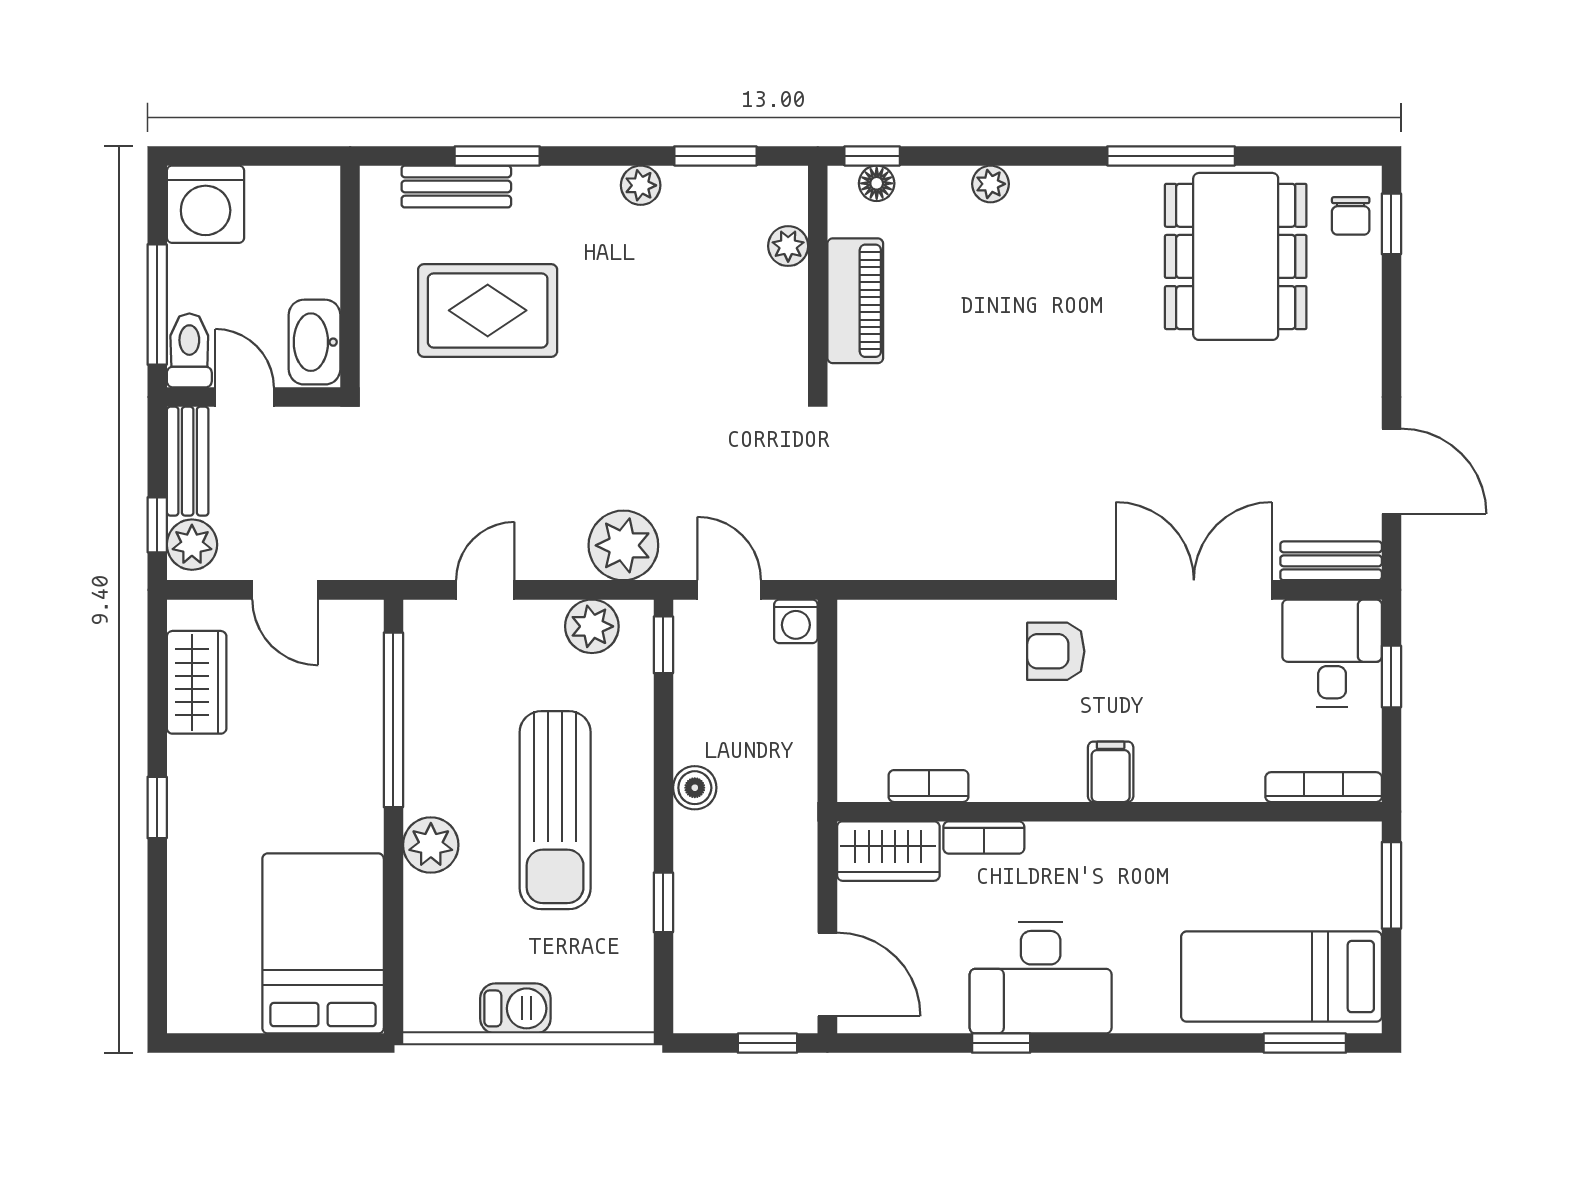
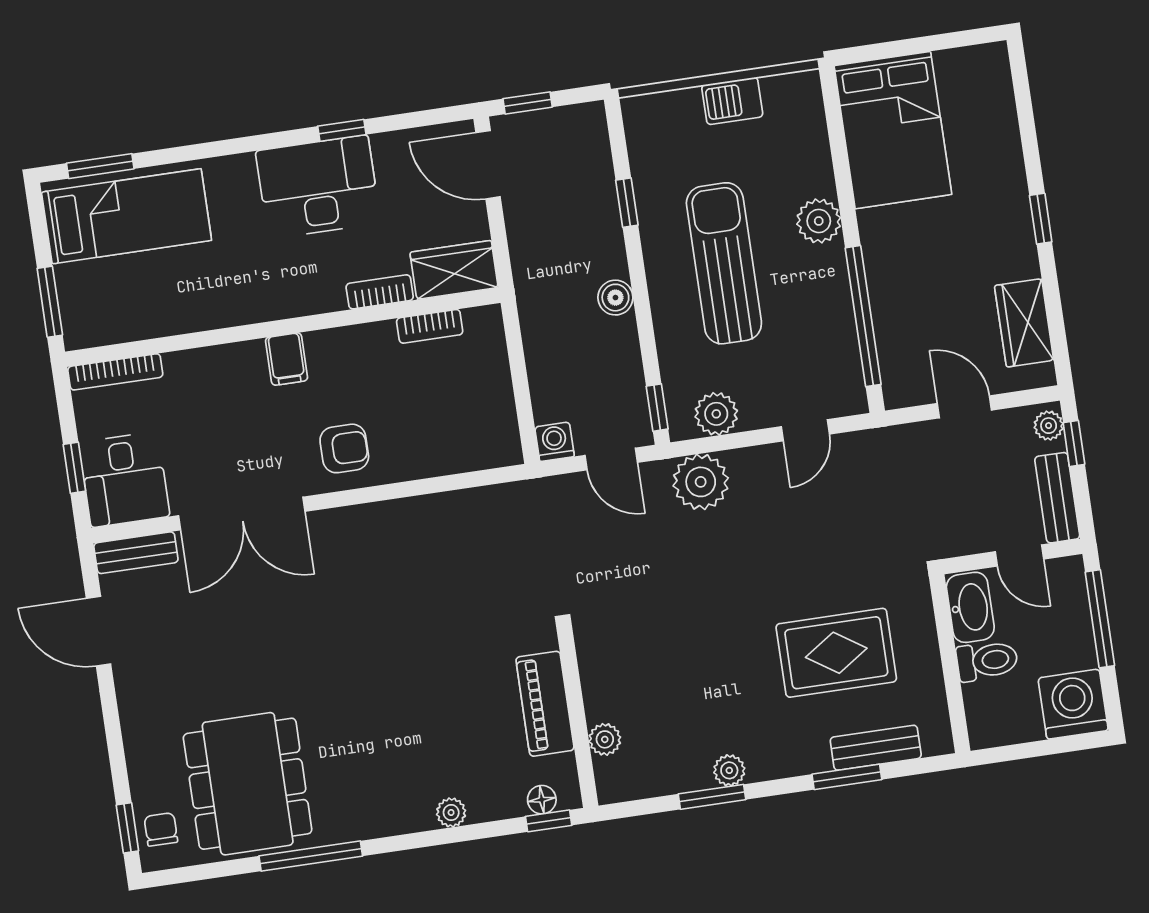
window: (715, 156) -> (712, 797), moved
toilet: (189, 350) -> (987, 661), moved, turned -90
plant: (192, 545) -> (1049, 426), width x0.73, depth x0.73

